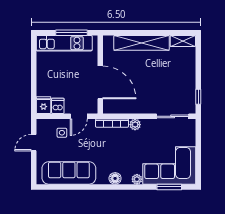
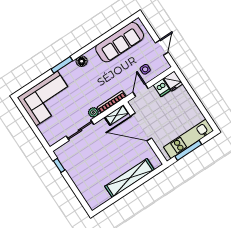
shelving: (183, 41) -> (117, 115), moved
sliding door: (173, 116) -> (80, 130), moved
plant: (137, 179) -> (65, 72), removed
window: (169, 187) -> (62, 65), moved

